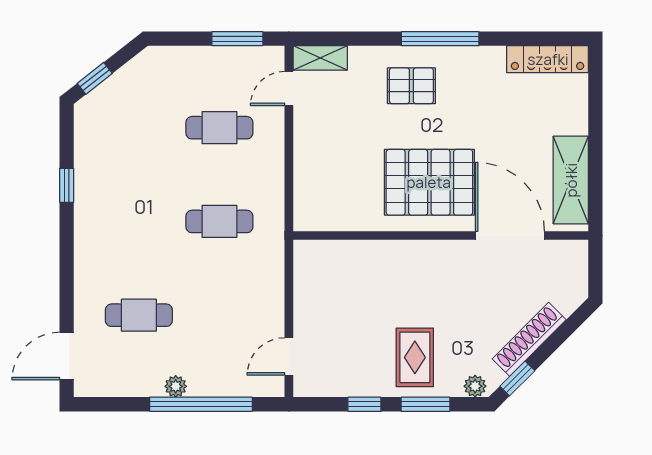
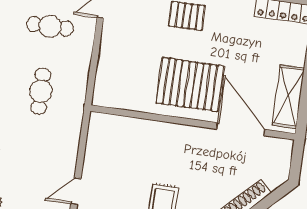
cafe table: (219, 221) -> (41, 91), turned 90

